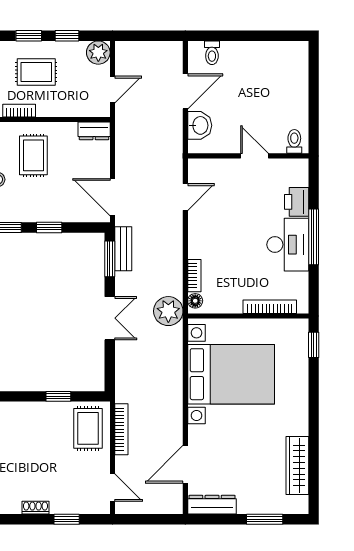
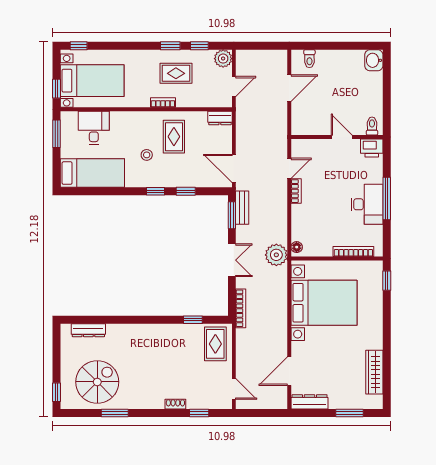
washbasin: (200, 125) -> (374, 60), moved, turned 180
printer: (297, 202) -> (372, 148), moved, turned -90
bookcase: (194, 276) -> (296, 191), moved
bookcase: (121, 429) -> (241, 308), moved

